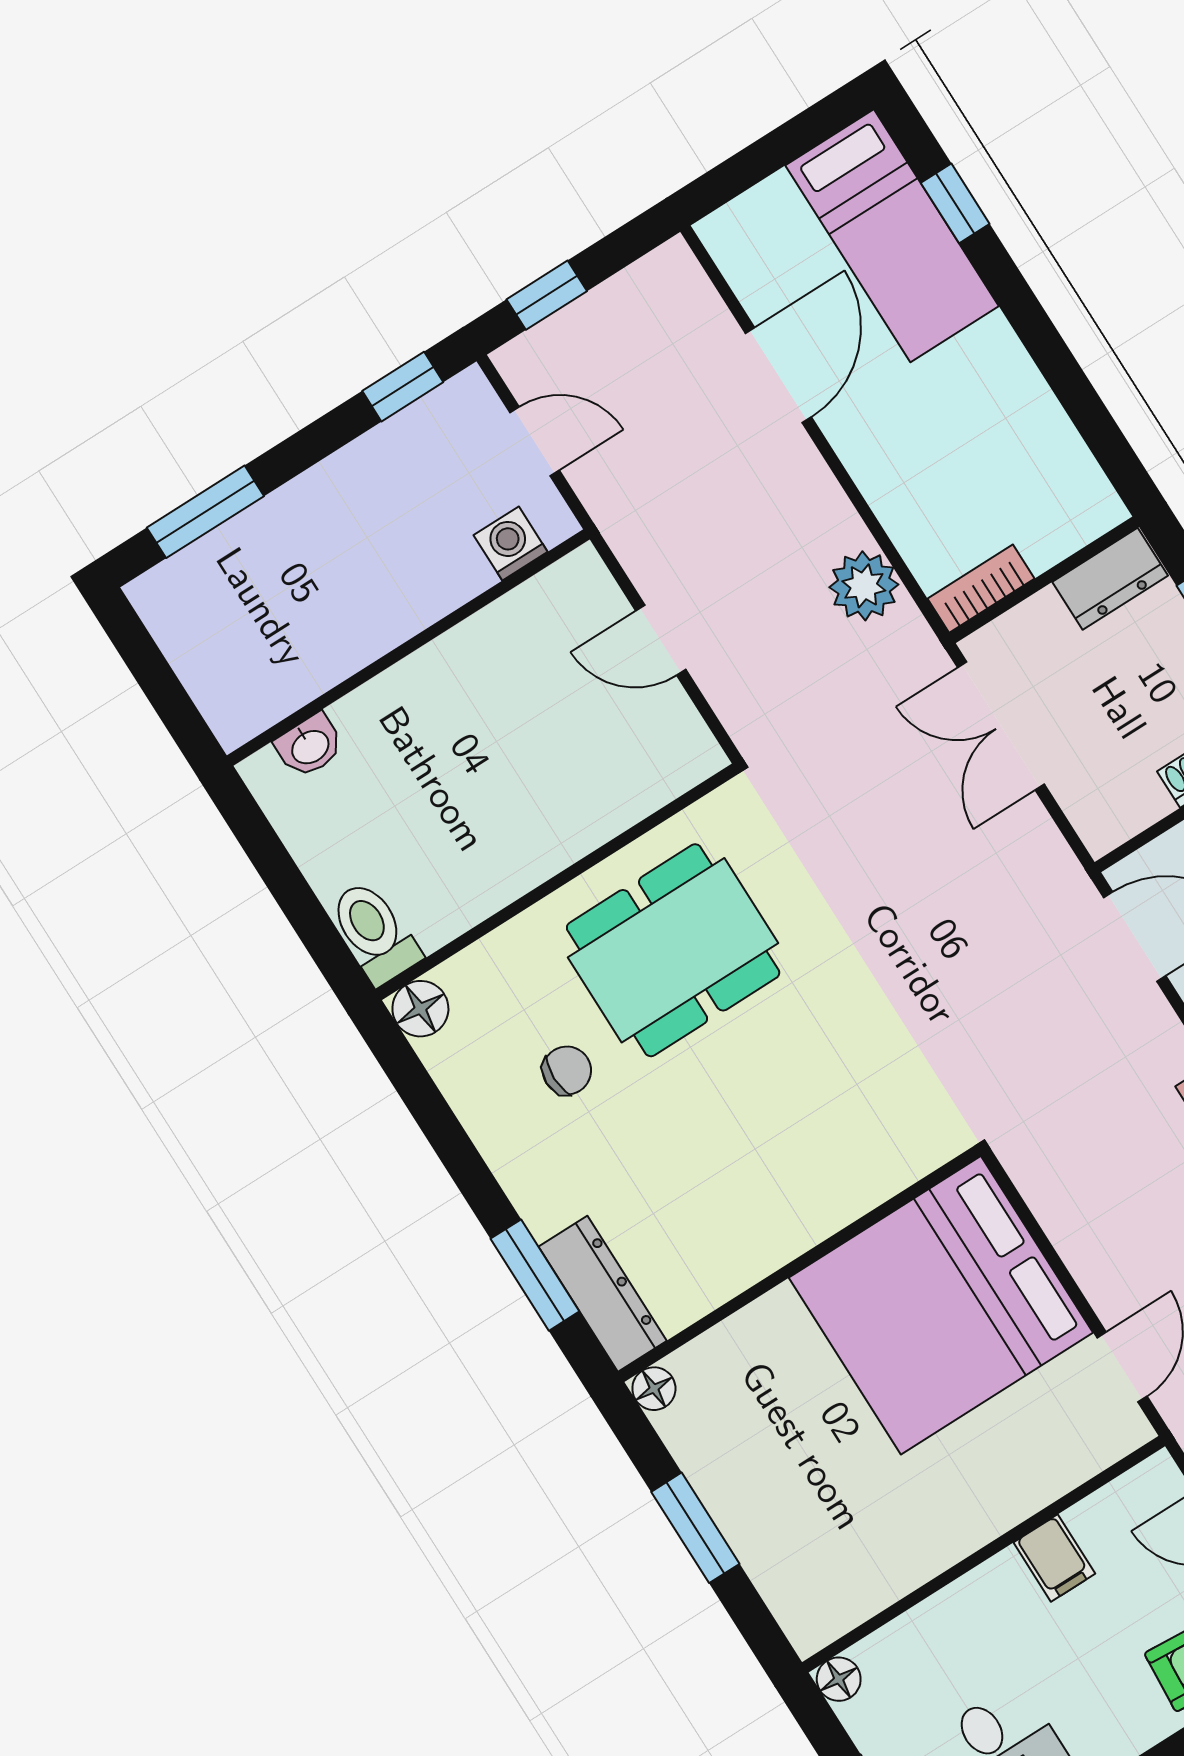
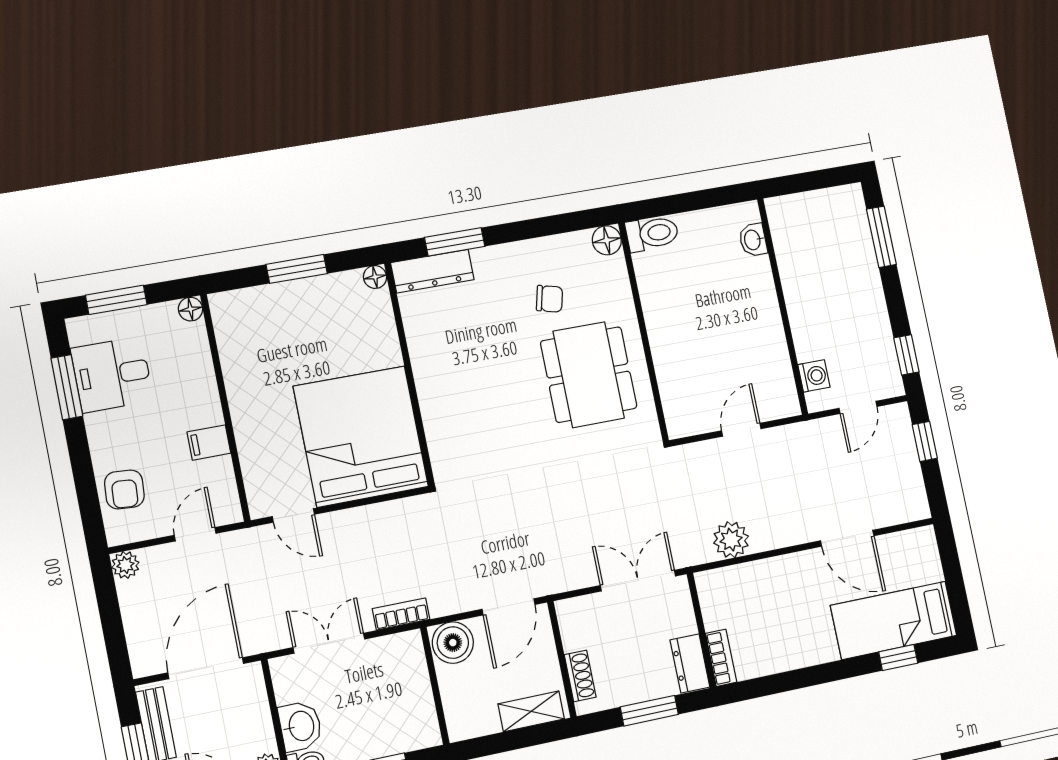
bookcase: (981, 589) -> (721, 658), moved
chair: (567, 1070) -> (550, 299), turned -76

